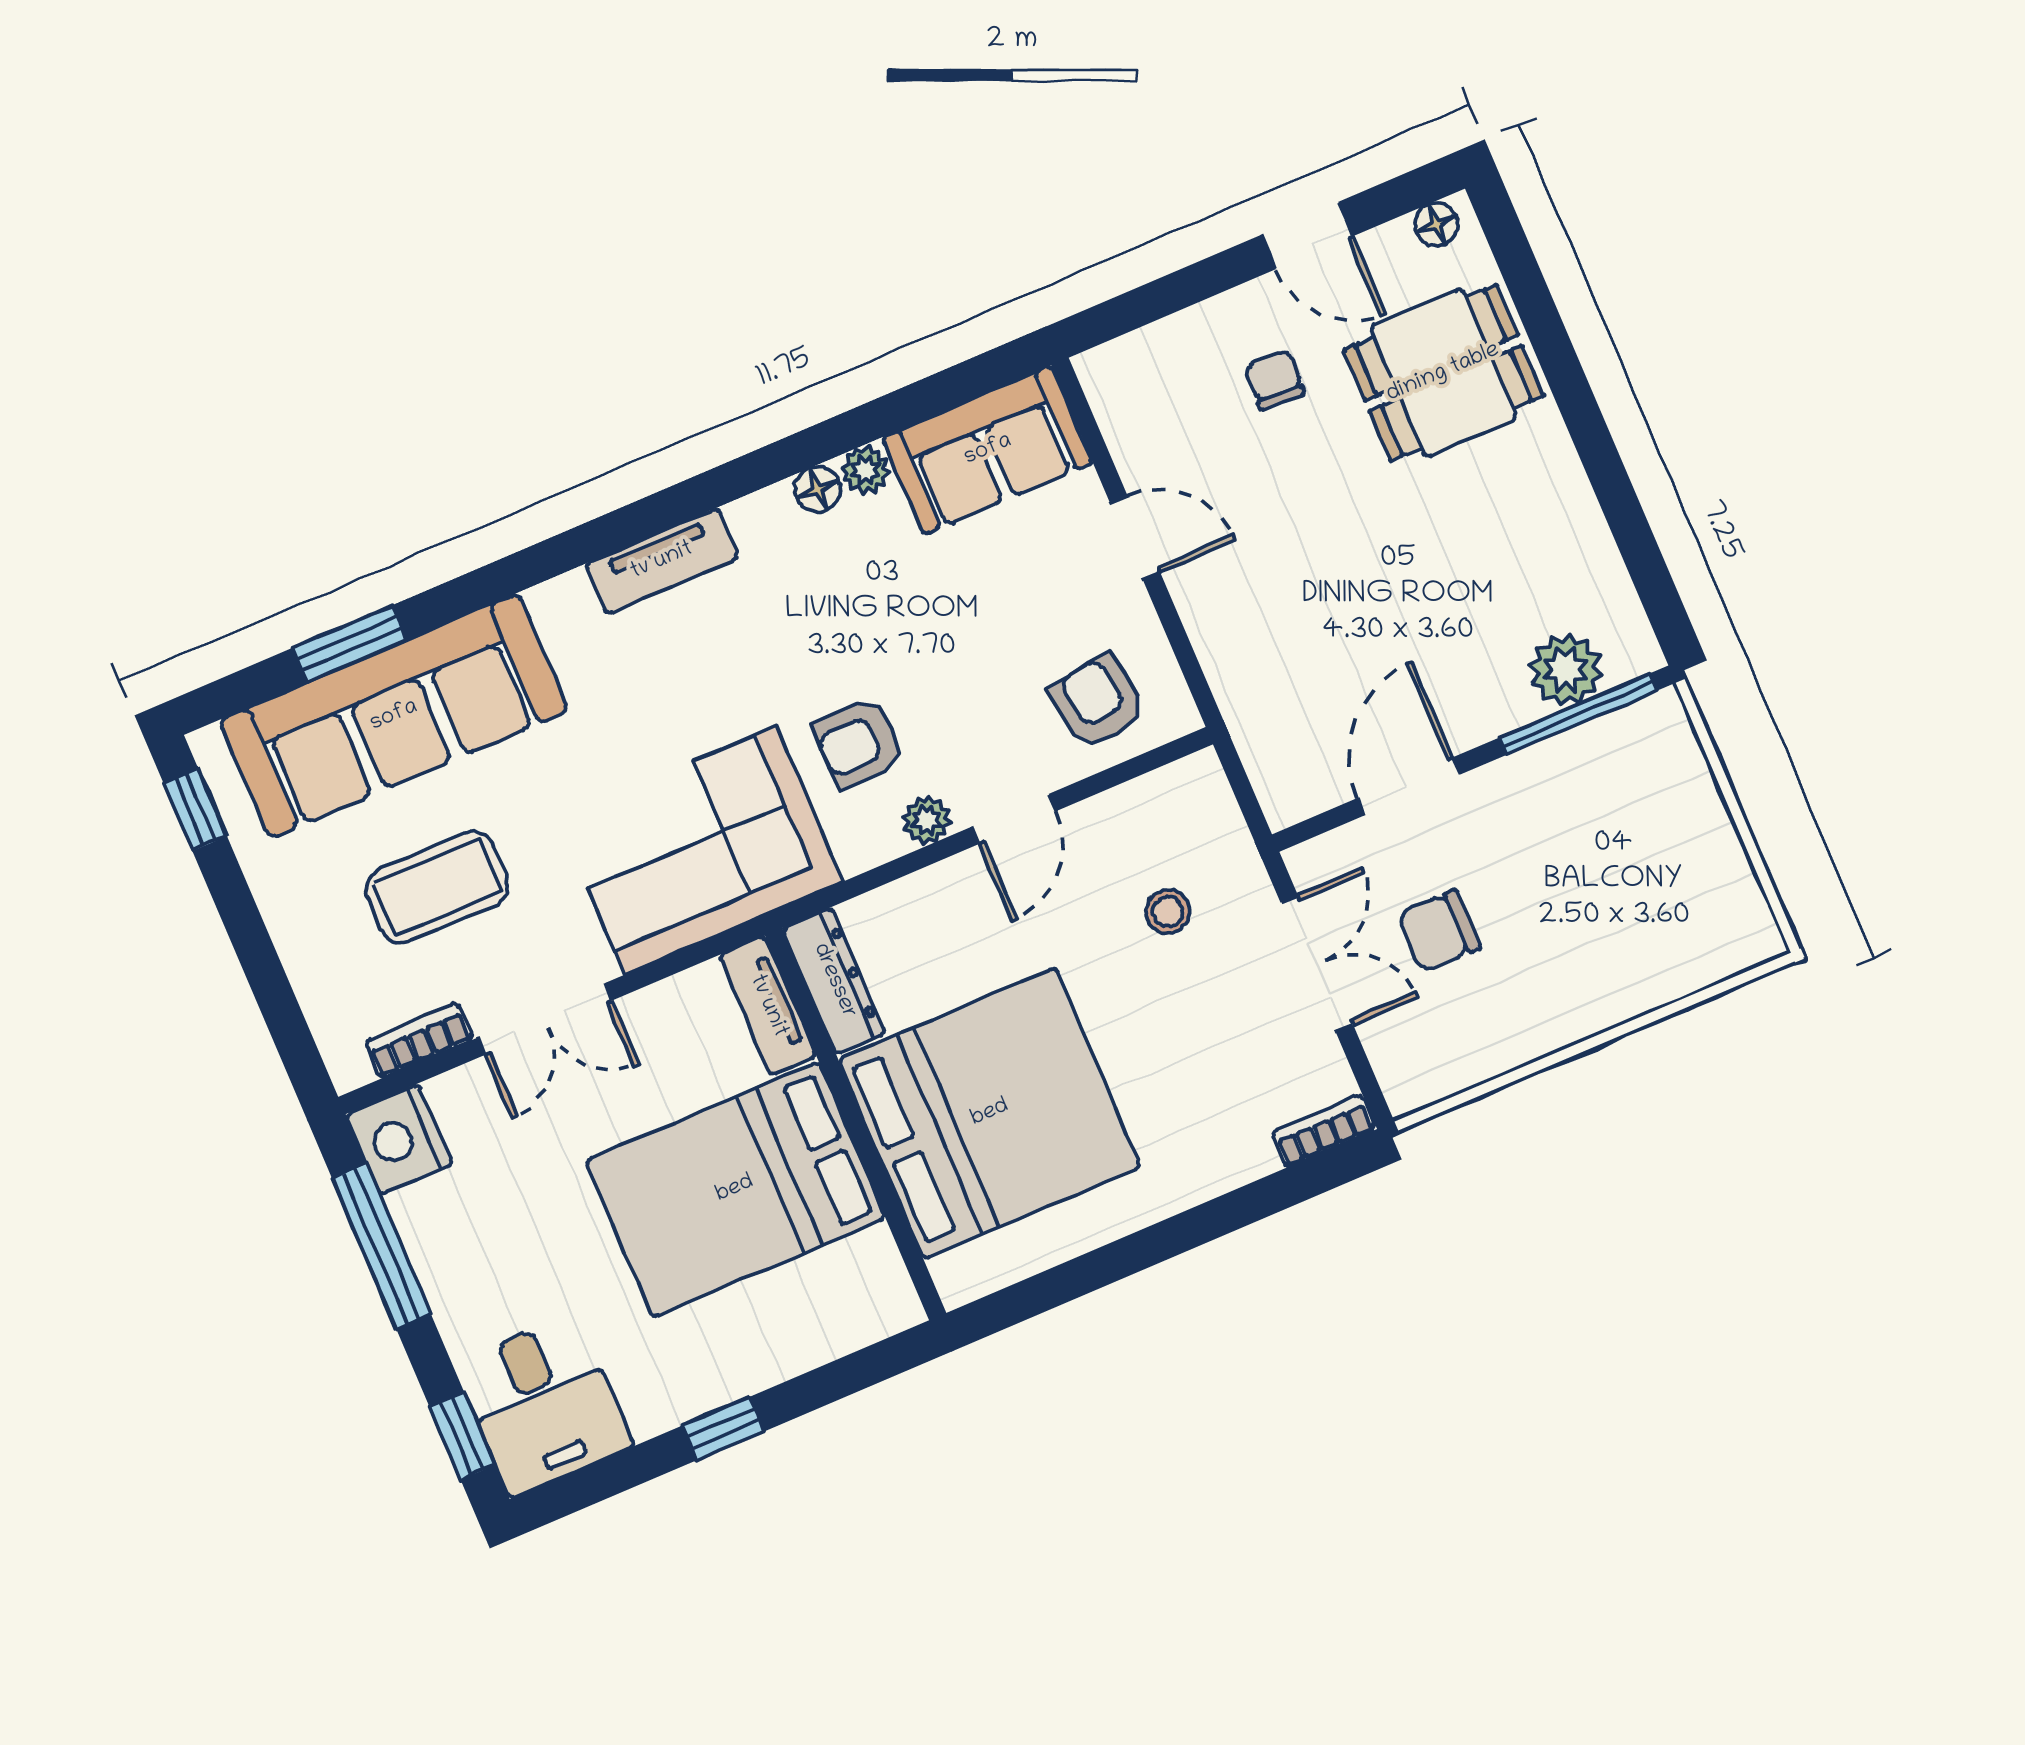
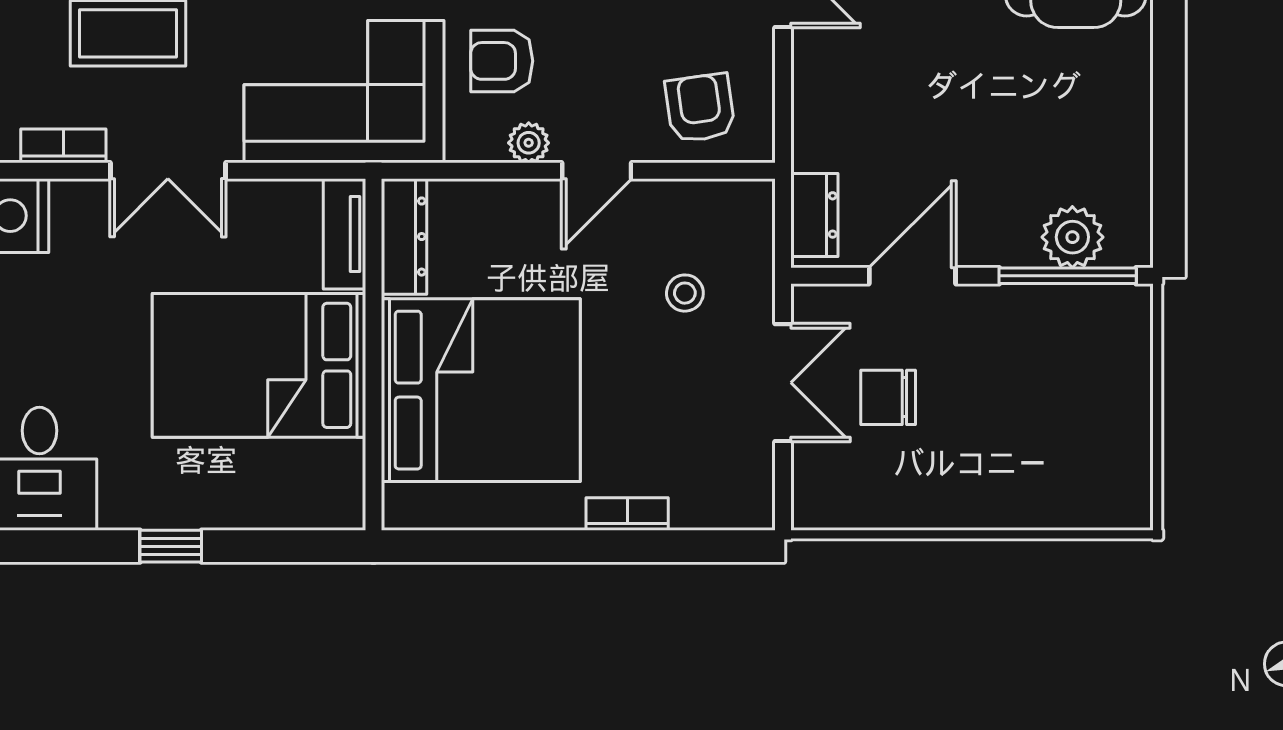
dresser: (1273, 766) -> (814, 215), added
bookcase: (1324, 1131) -> (627, 514), moved

